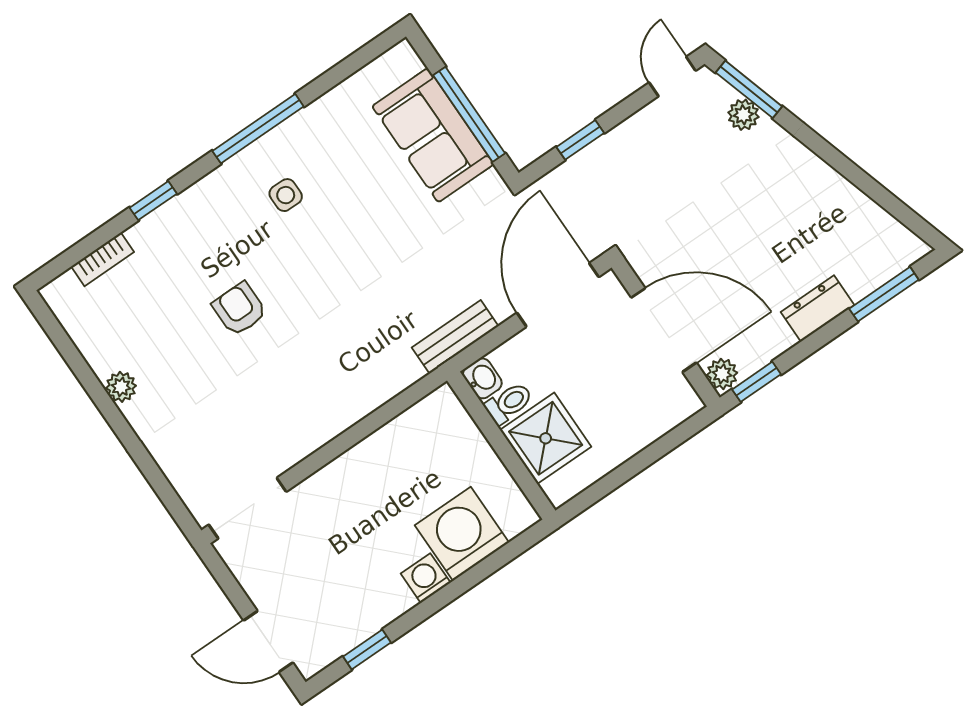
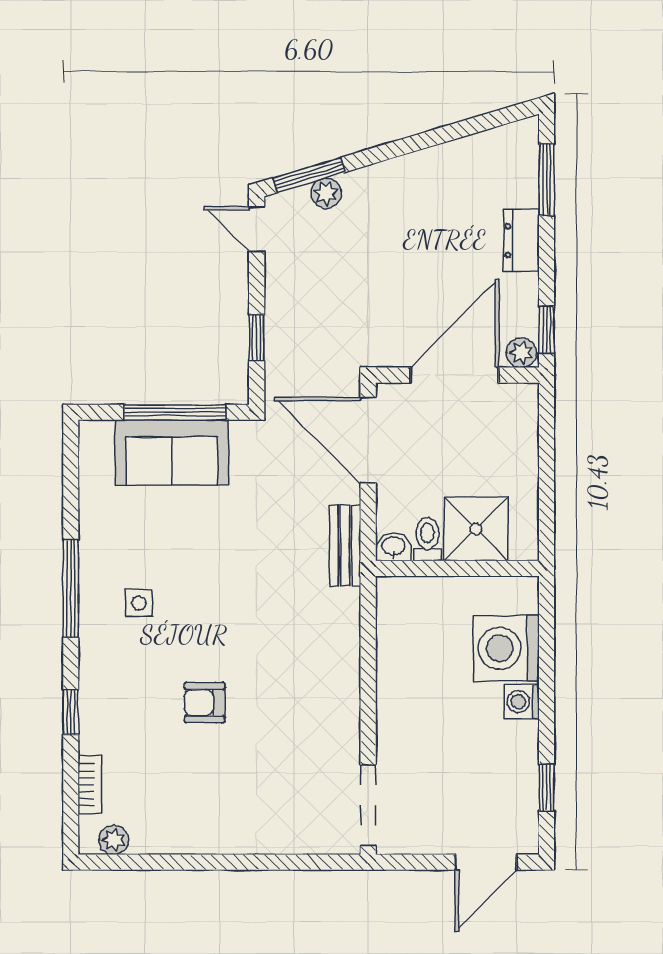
plant: (121, 387) -> (114, 840), moved

